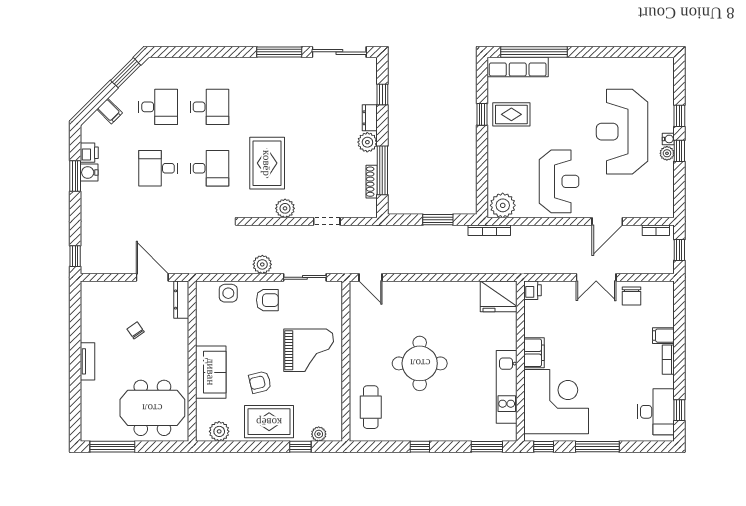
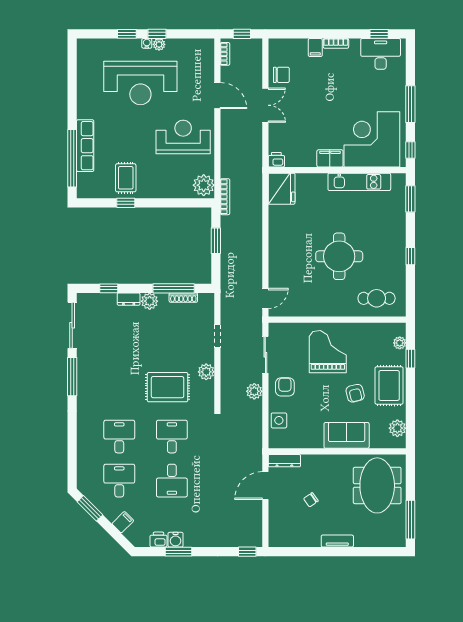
row of seats: (518, 67) -> (85, 146), moved

